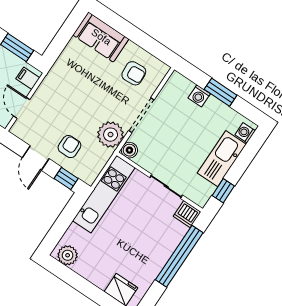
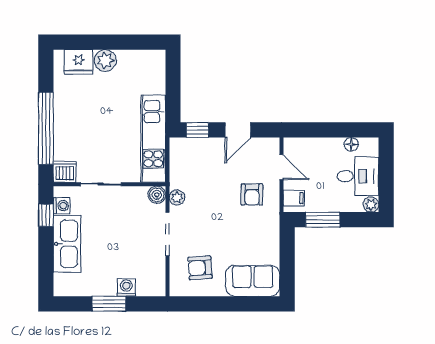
washing machine: (245, 133) -> (62, 206), moved
plant: (111, 135) -> (177, 197), width x0.53, depth x0.53
armchair: (69, 147) -> (252, 195), moved
door: (36, 158) -> (238, 130), swing flipped
plant: (68, 255) -> (105, 61), moved

